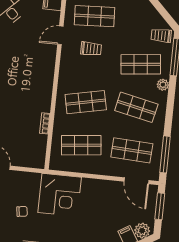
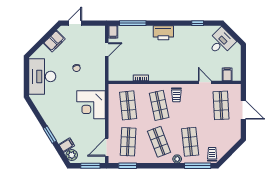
trolley: (91, 49) -> (176, 95), moved
shop shelf: (136, 107) -> (159, 142), turned -33
window: (165, 154) -> (128, 166), width x0.69
corner desk: (60, 195) -> (91, 105), moved

